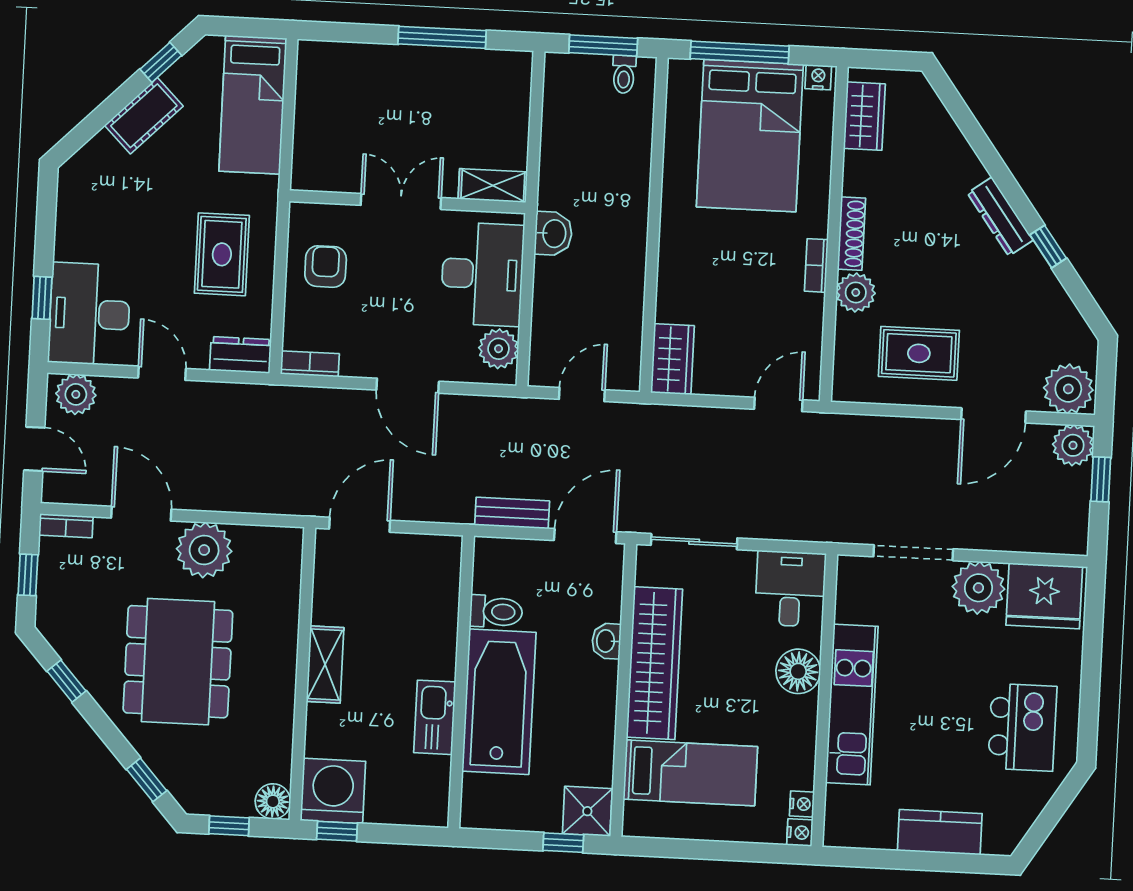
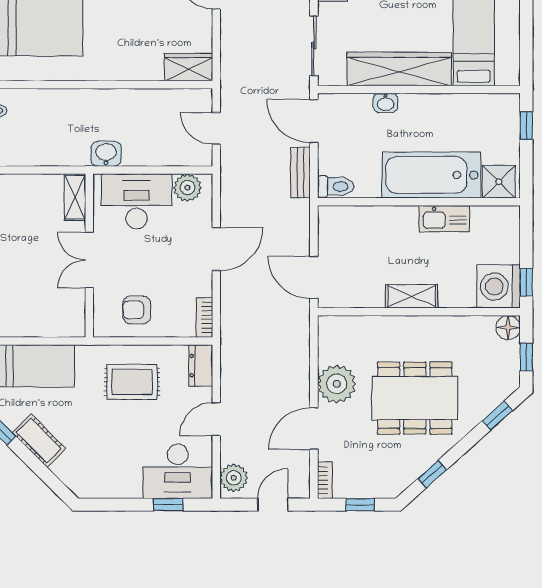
toilet: (496, 612) -> (336, 187), moved, turned 90
shower: (587, 811) -> (499, 182), moved

